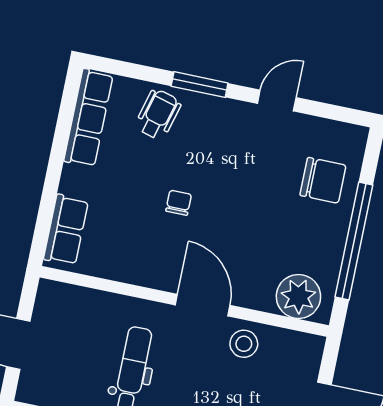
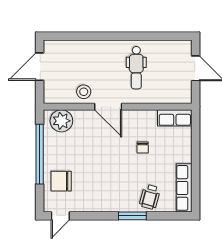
door: (277, 101) -> (60, 216), moved
chair: (179, 203) -> (143, 147), moved
row of seats: (66, 230) -> (175, 118), moved, turned -90

